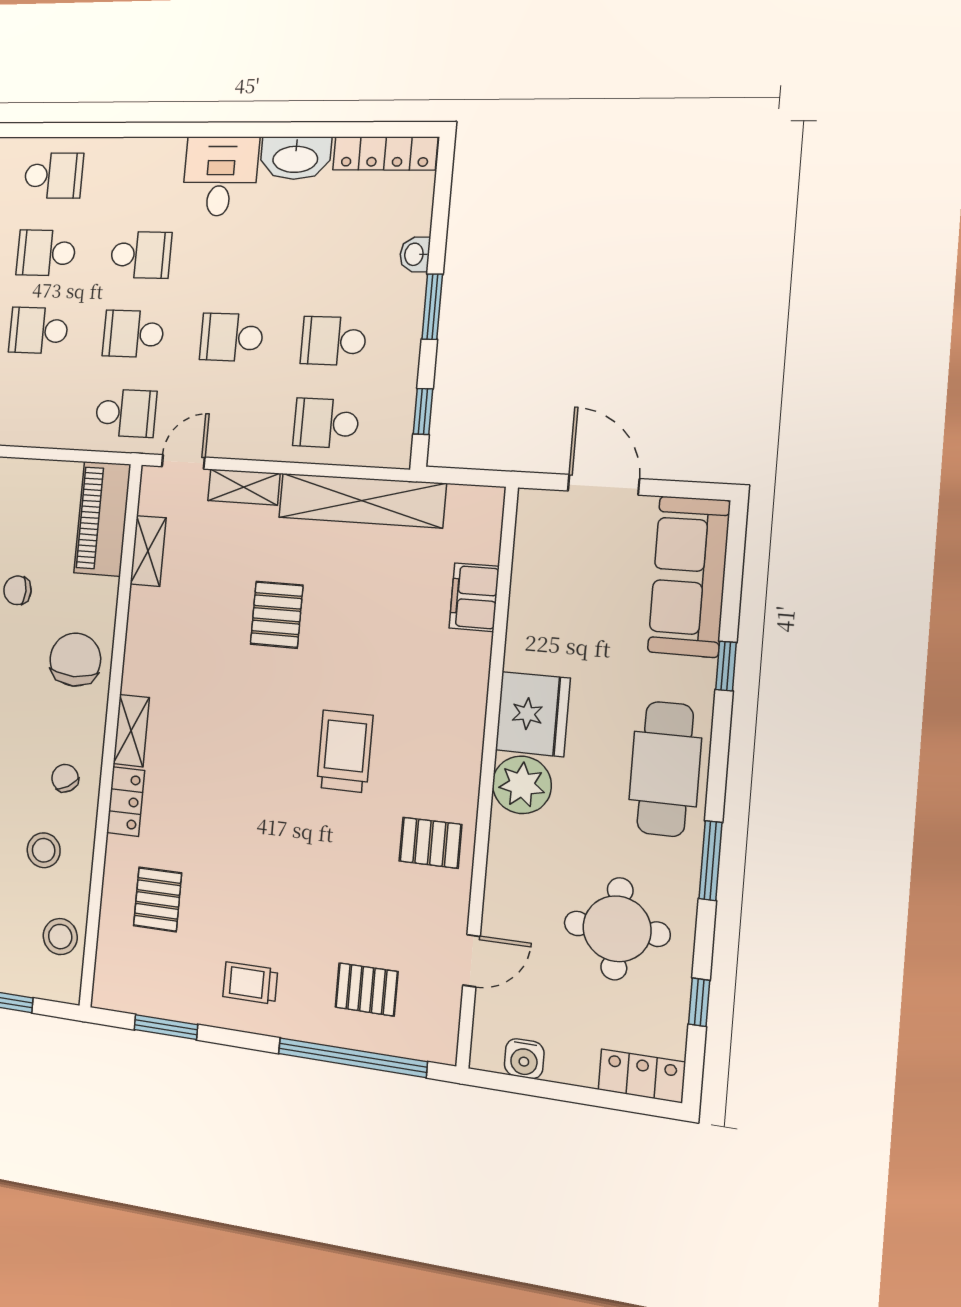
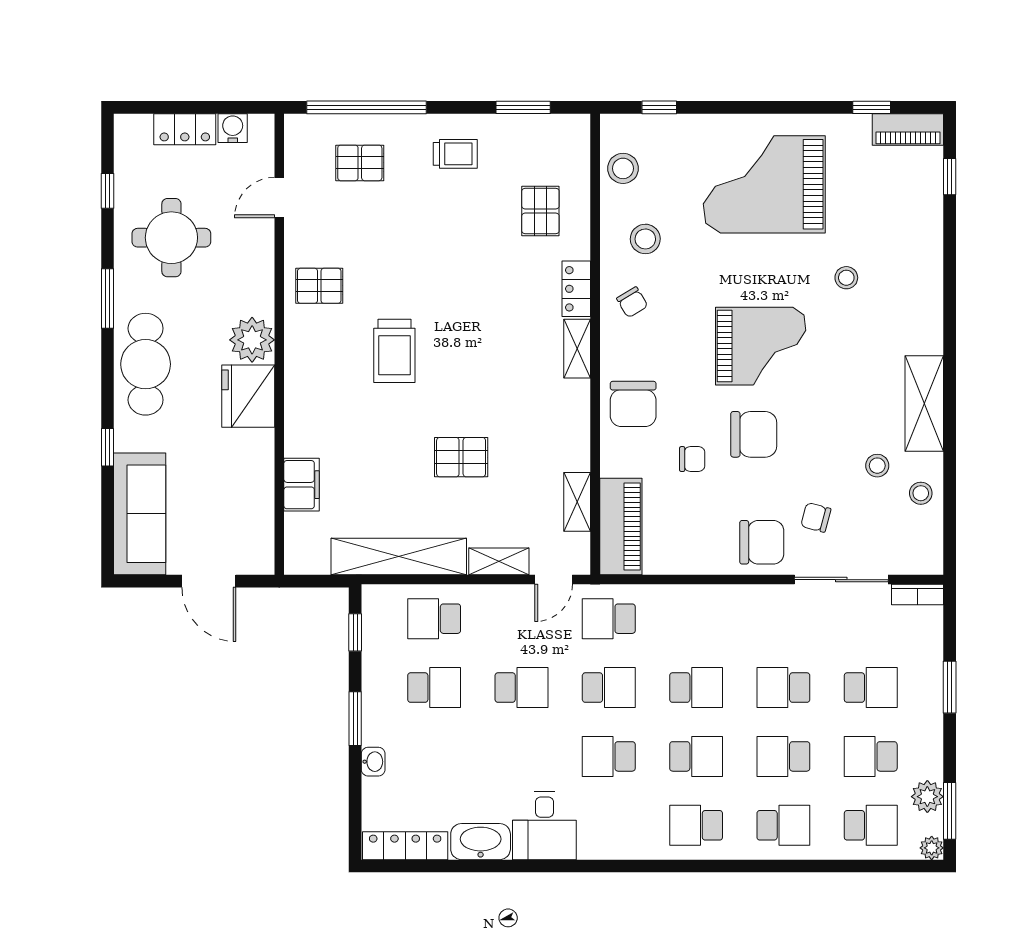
school desk: (326, 423) -> (434, 619), turned 180
pallet: (277, 615) -> (461, 457), turned 90
locker: (642, 1076) -> (185, 129), moved

